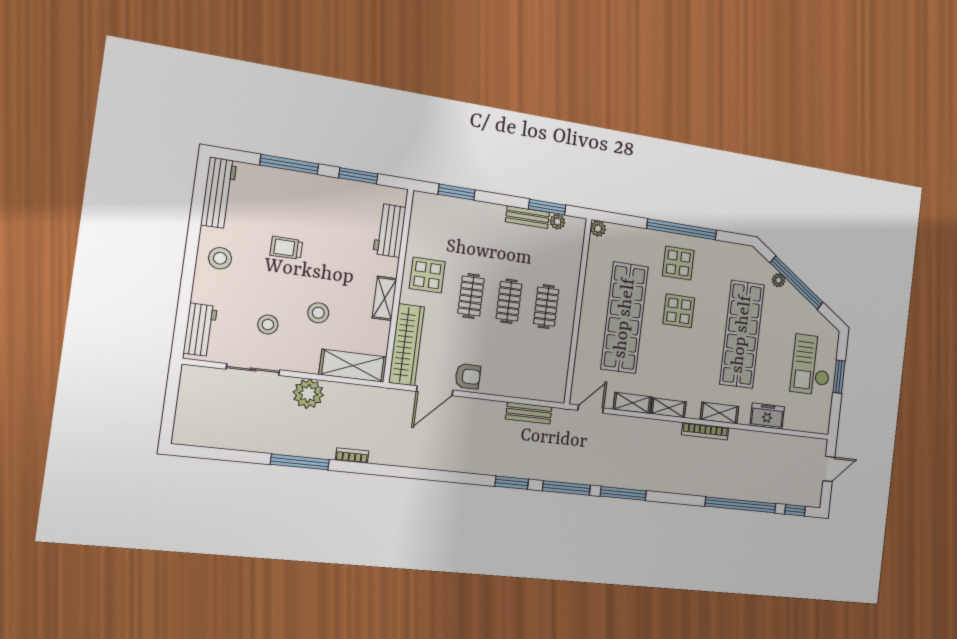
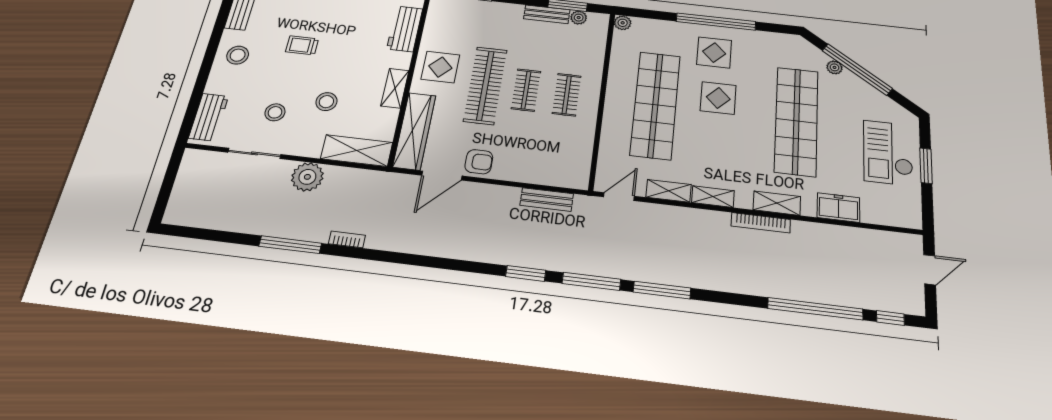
clothes rail: (471, 296) -> (485, 85), width x1.86, depth x1.31

